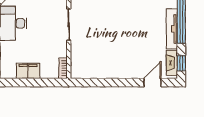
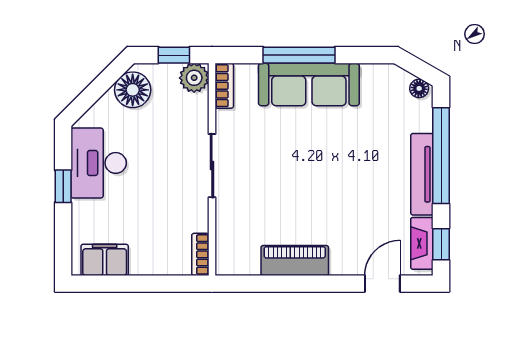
filing cabinet: (28, 71) -> (105, 260), moved
piano: (109, 71) -> (295, 260), added

